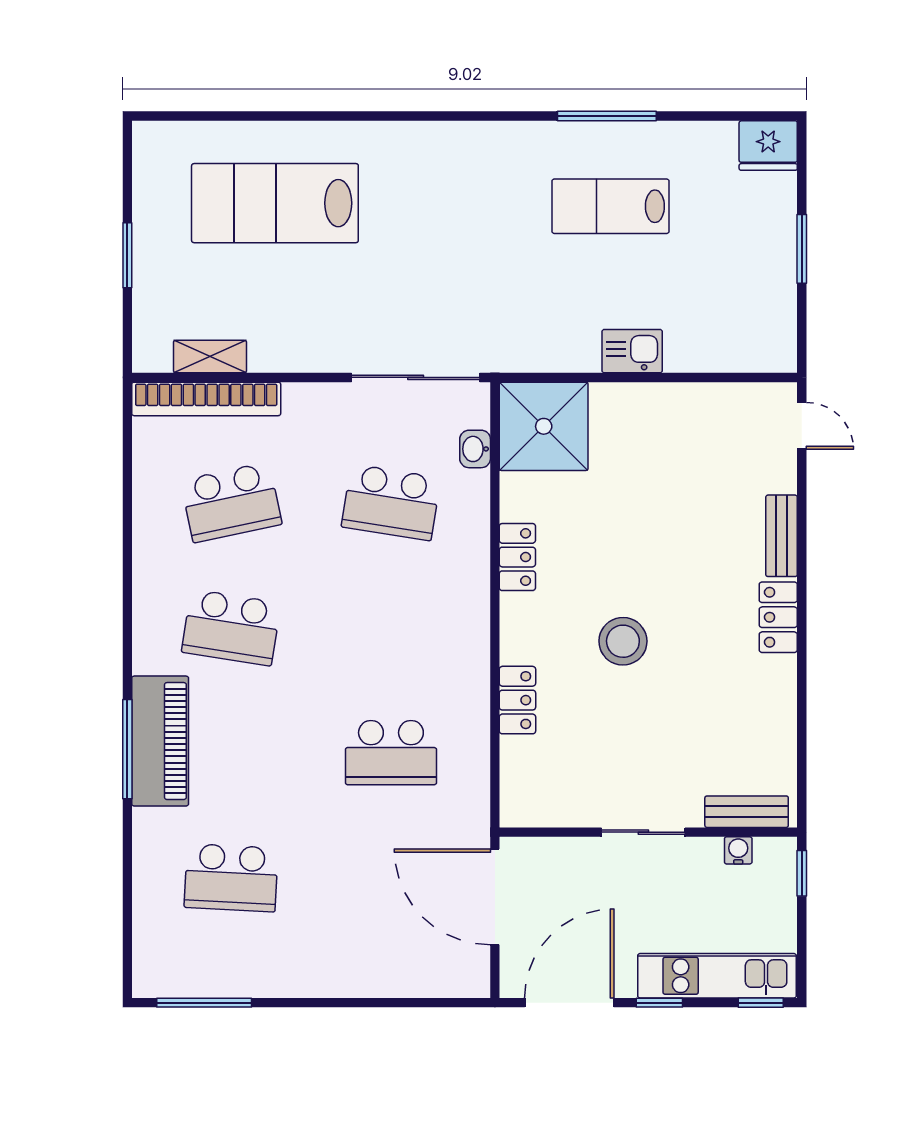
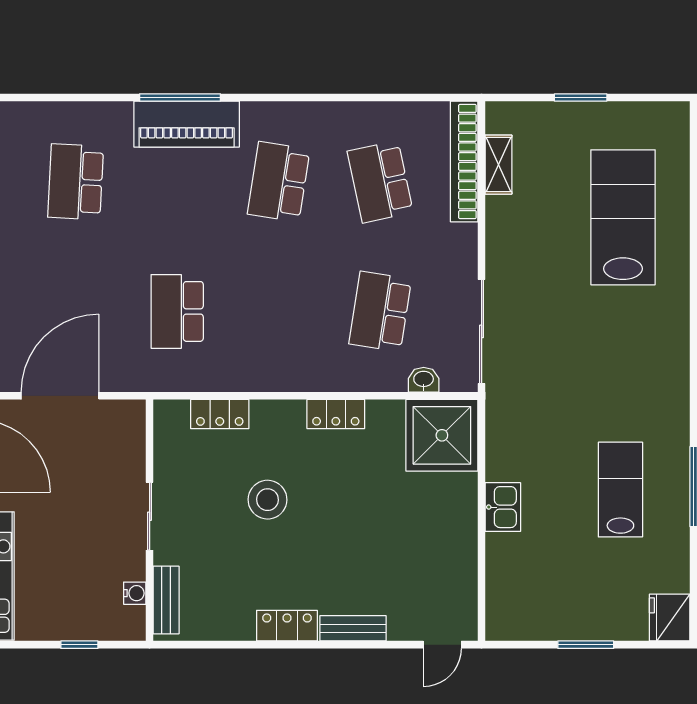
bench: (747, 812) -> (166, 600), moved
sliding door: (643, 832) -> (150, 516), moved
wall: (648, 832) -> (150, 520), moved
water cooler: (738, 850) -> (135, 593), moved

